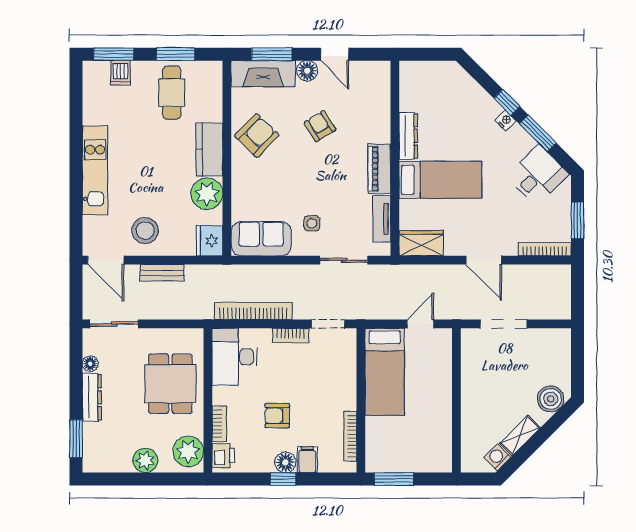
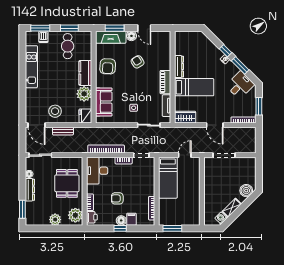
armchair: (257, 135) -> (108, 66), turned 139
kitchen unit: (95, 170) -> (31, 67), moved
sofa: (261, 239) -> (104, 102), moved, turned 90

